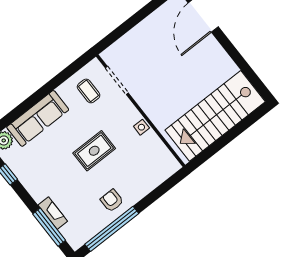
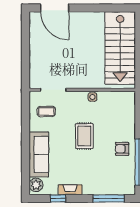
fireplace: (53, 213) -> (70, 190), moved

